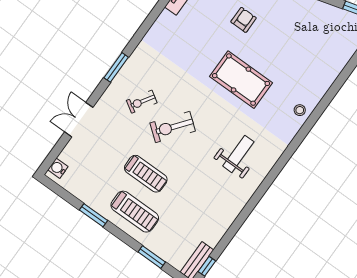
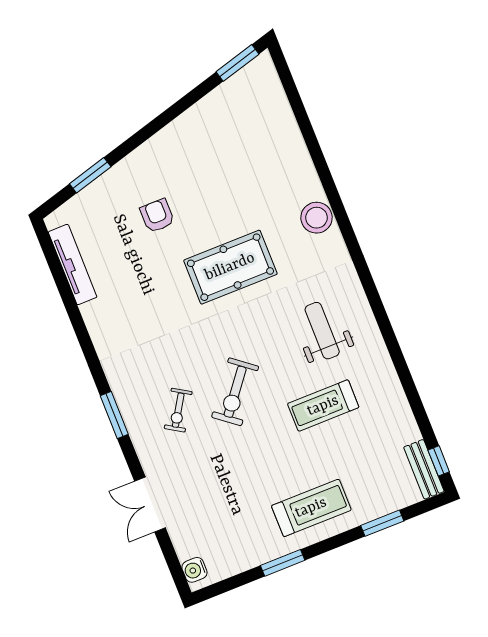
stool: (300, 110) -> (316, 218), width x1.89, depth x1.89
treadmill: (146, 174) -> (323, 406), moved, turned 180

